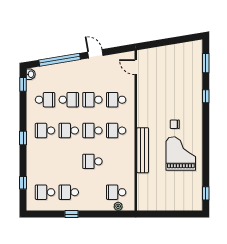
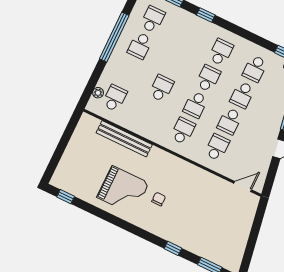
school desk: (92, 100) -> (230, 121), turned 180
school desk: (92, 131) -> (196, 105), turned 180
window: (23, 138) -> (206, 15), moved
bench: (143, 150) -> (124, 139), moved
school desk: (69, 192) -> (140, 46), turned 180
window: (72, 214) -> (114, 37), width x3.17

